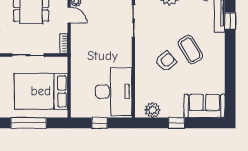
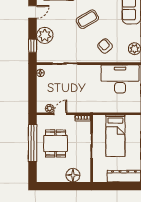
armchair: (166, 61) -> (105, 46), moved
bed: (41, 91) -> (115, 136), width x0.67

